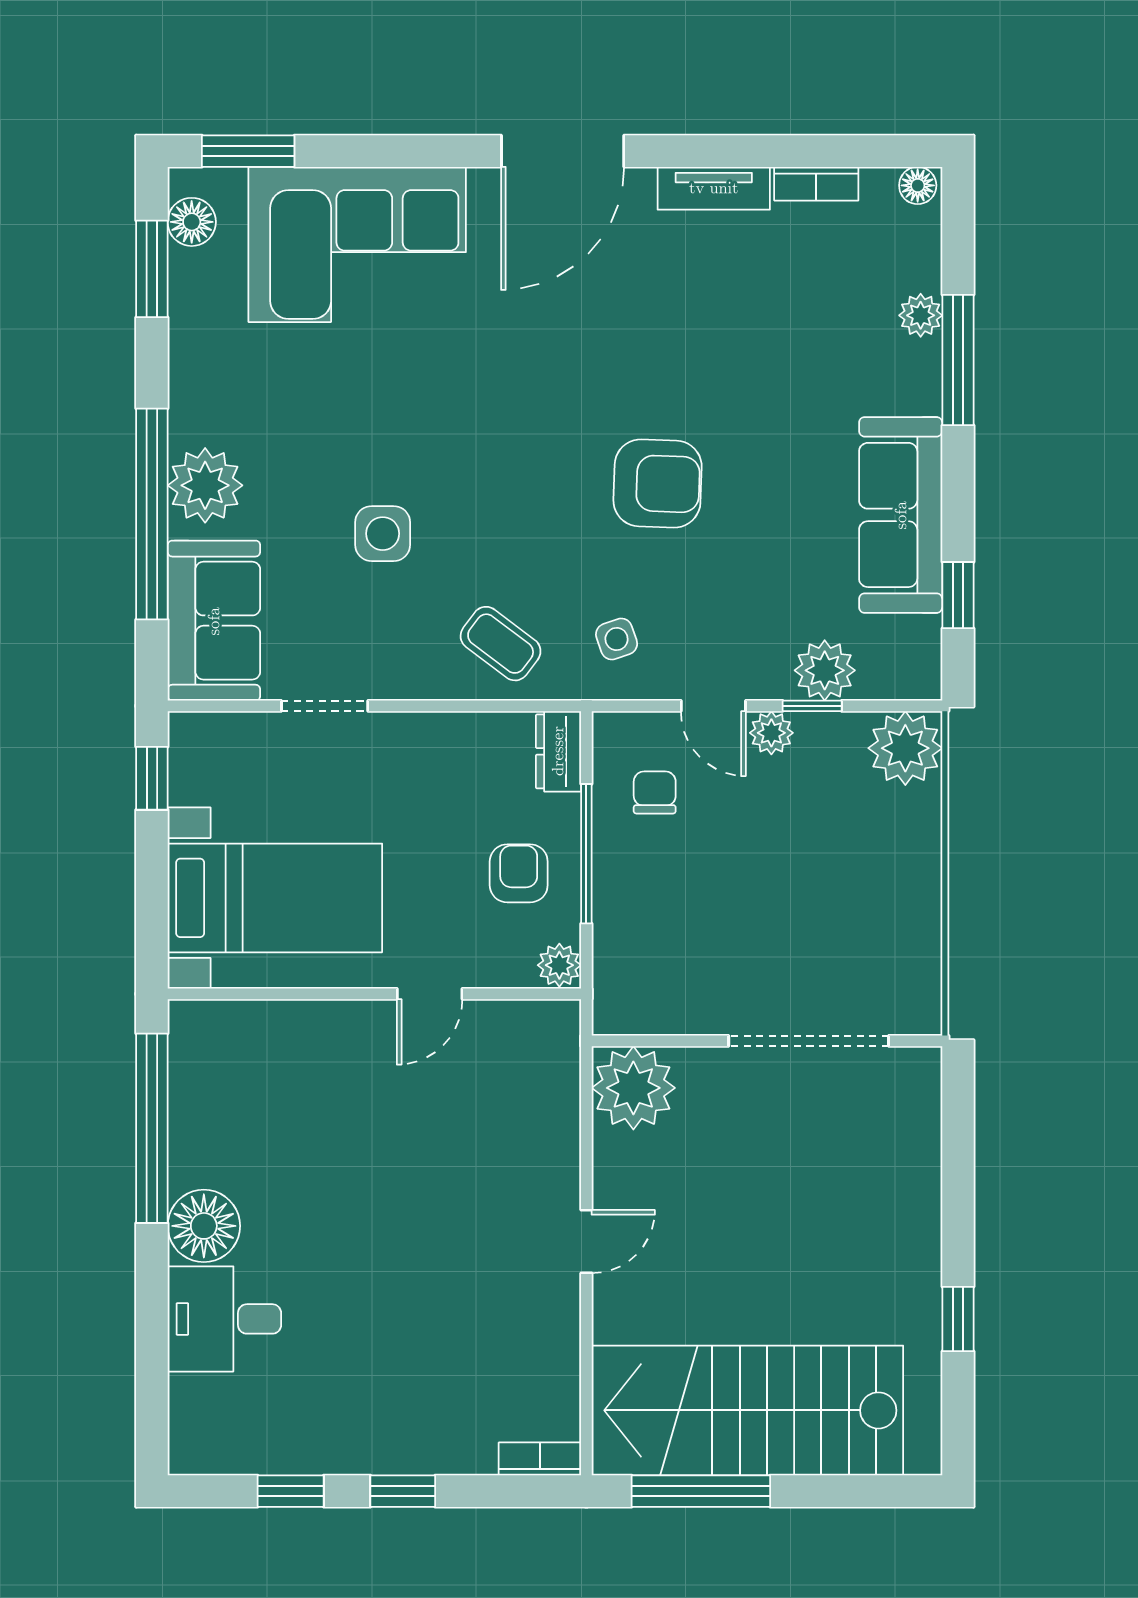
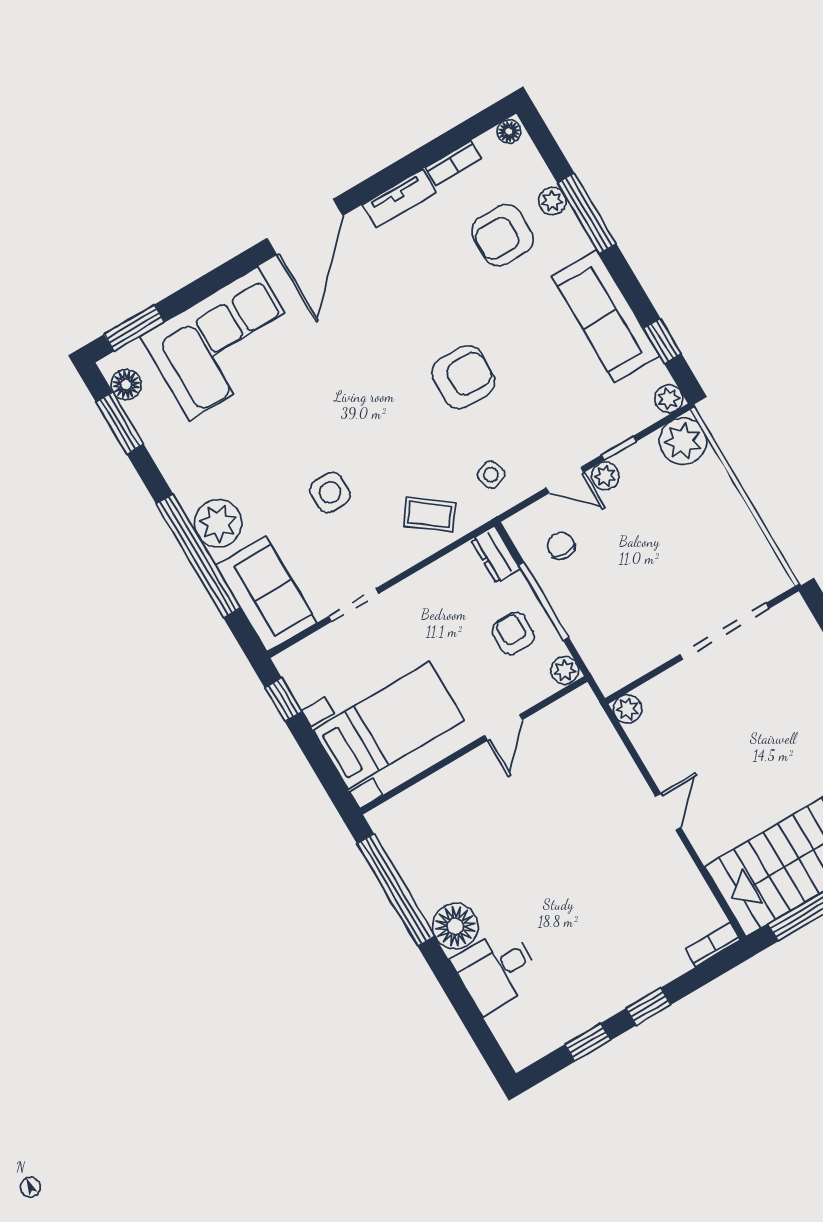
armchair: (825, 322) -> (502, 235), added
plant: (825, 670) -> (669, 399), moved, width x0.73, depth x0.73
plant: (633, 1088) -> (628, 709), width x0.53, depth x0.53

